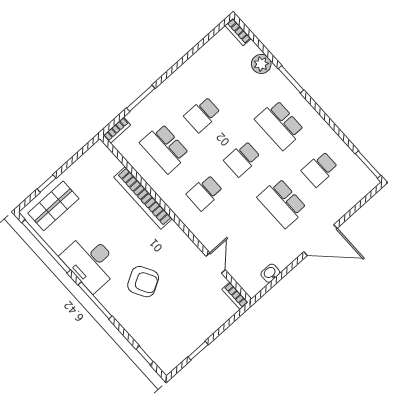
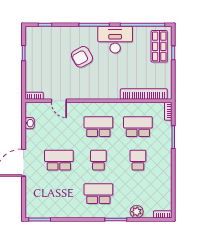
school desk: (320, 169) -> (59, 194), removed
school desk: (205, 193) -> (98, 127), width x1.85
bookcase: (143, 198) -> (144, 94), moved

